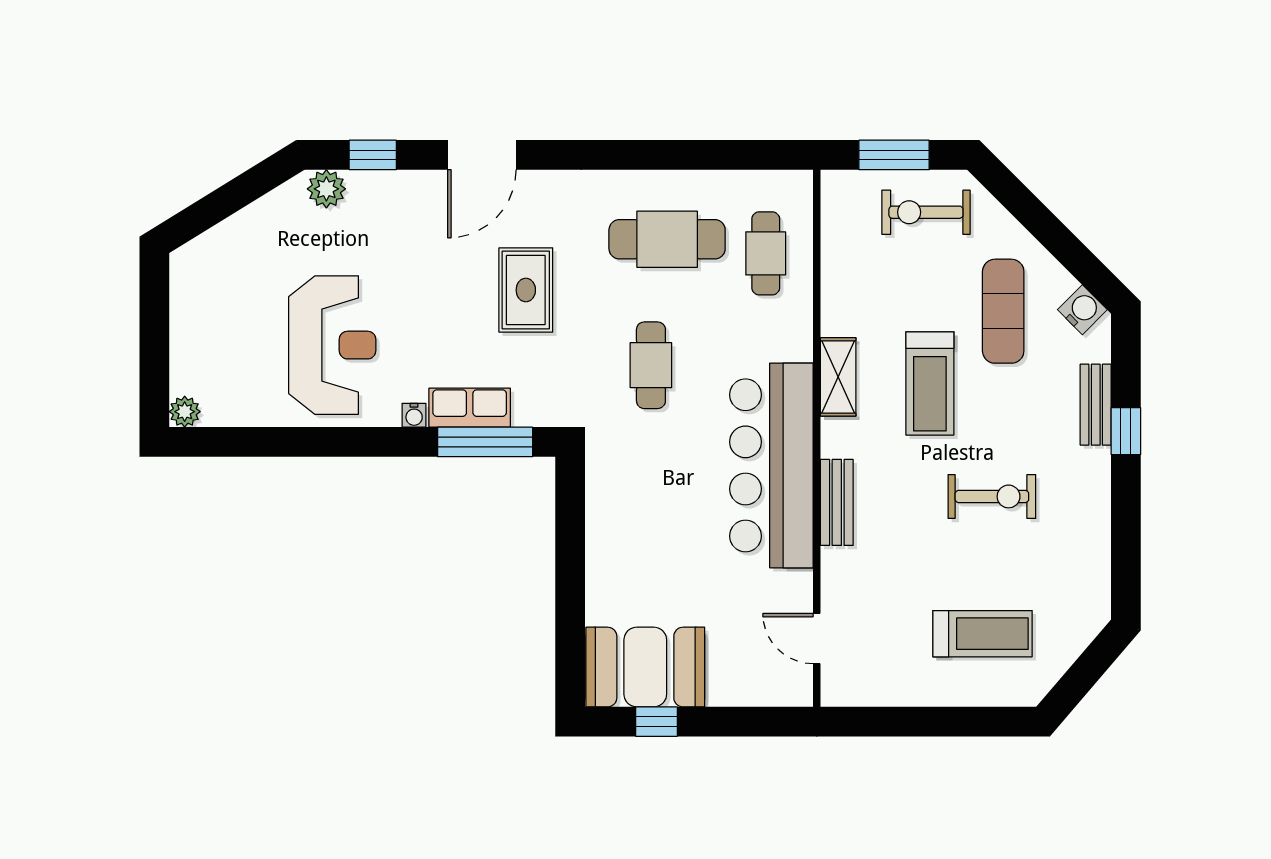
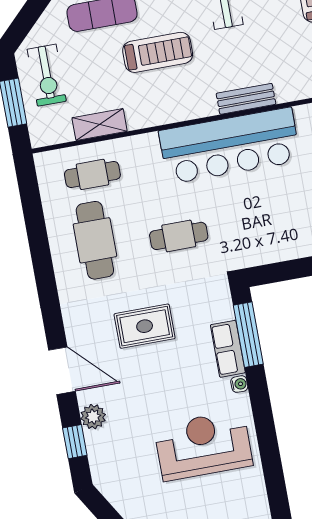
plant: (326, 189) -> (93, 417), moved
shelving: (838, 377) -> (100, 125), moved

